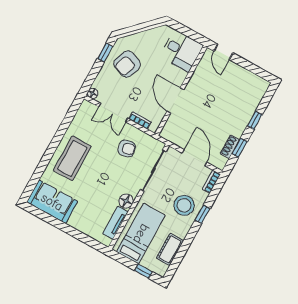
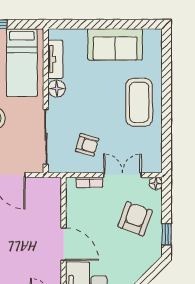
armchair: (127, 64) -> (135, 219), moved
door: (175, 100) -> (64, 244), moved
armchair: (127, 148) -> (87, 145), turned -150
sofa: (52, 202) -> (115, 44), moved

